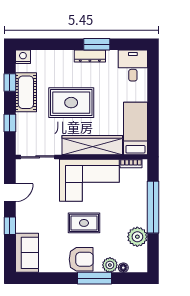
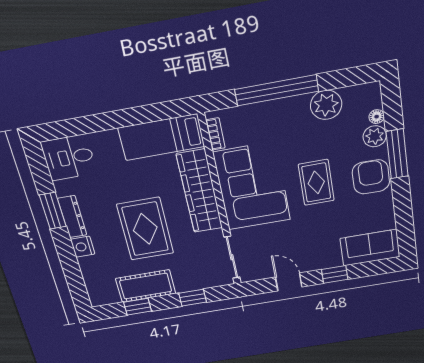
nightstand: (23, 57) -> (83, 247), moved

